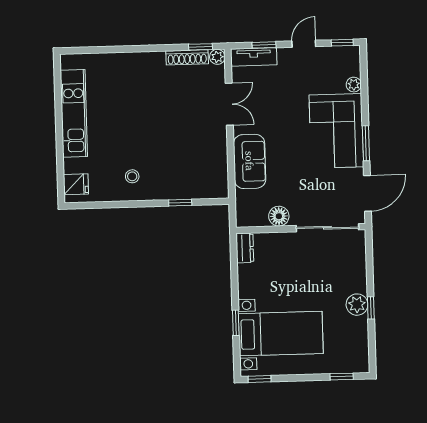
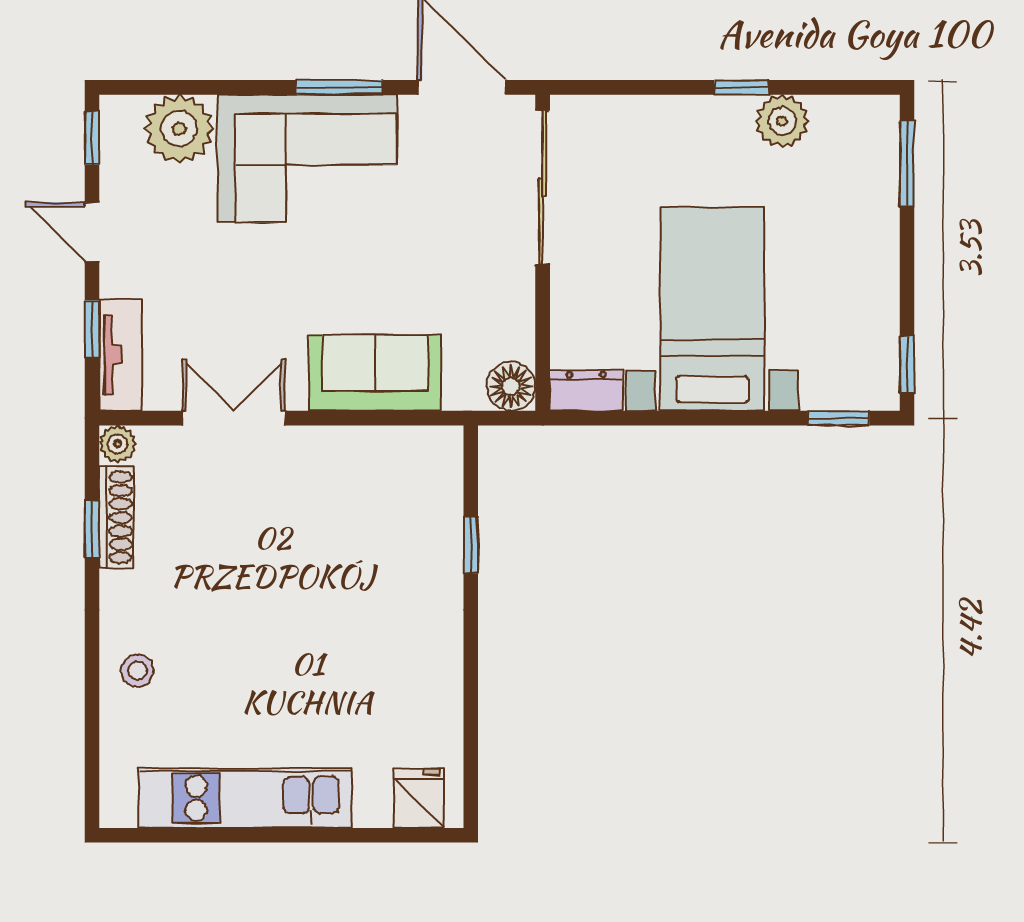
window: (200, 47) -> (92, 529), moved
plant: (354, 85) -> (179, 129), width x1.88, depth x1.88
stool: (132, 176) -> (137, 671), moved
floor lamp: (279, 216) -> (511, 386), moved
plant: (357, 305) -> (782, 121), moved
window: (236, 323) -> (839, 418), moved
bed with nightstands: (281, 334) -> (712, 309), moved
window: (342, 377) -> (907, 164), width x1.50

